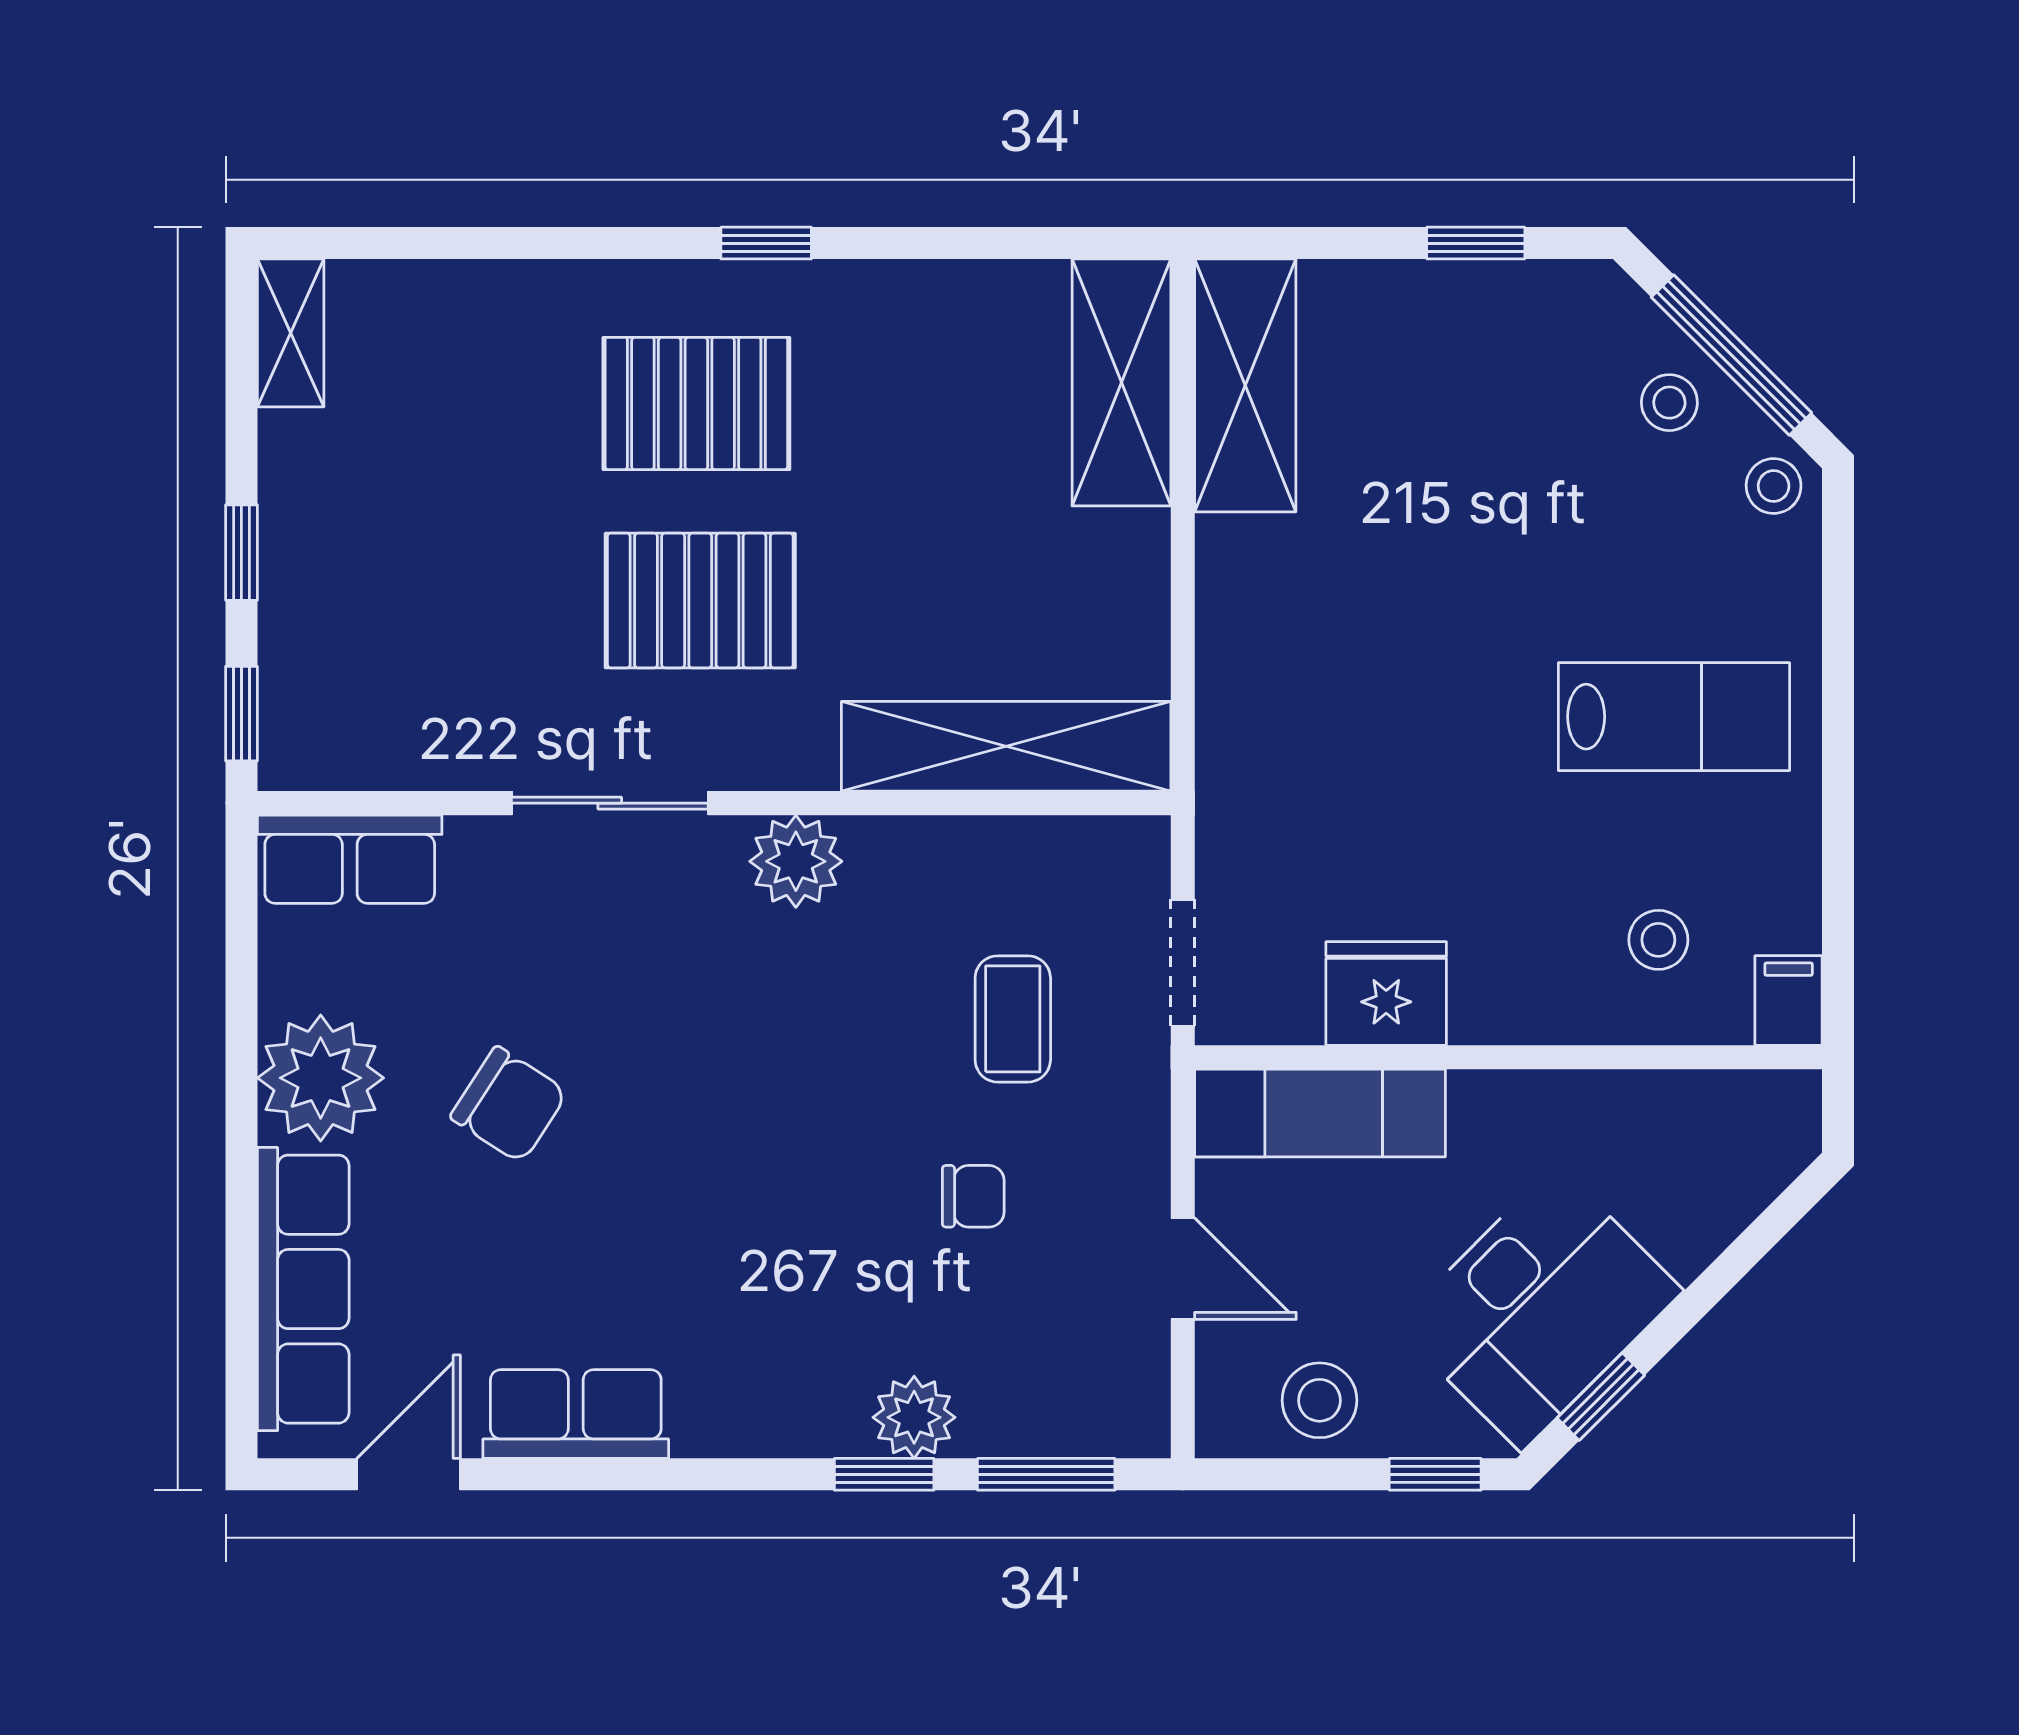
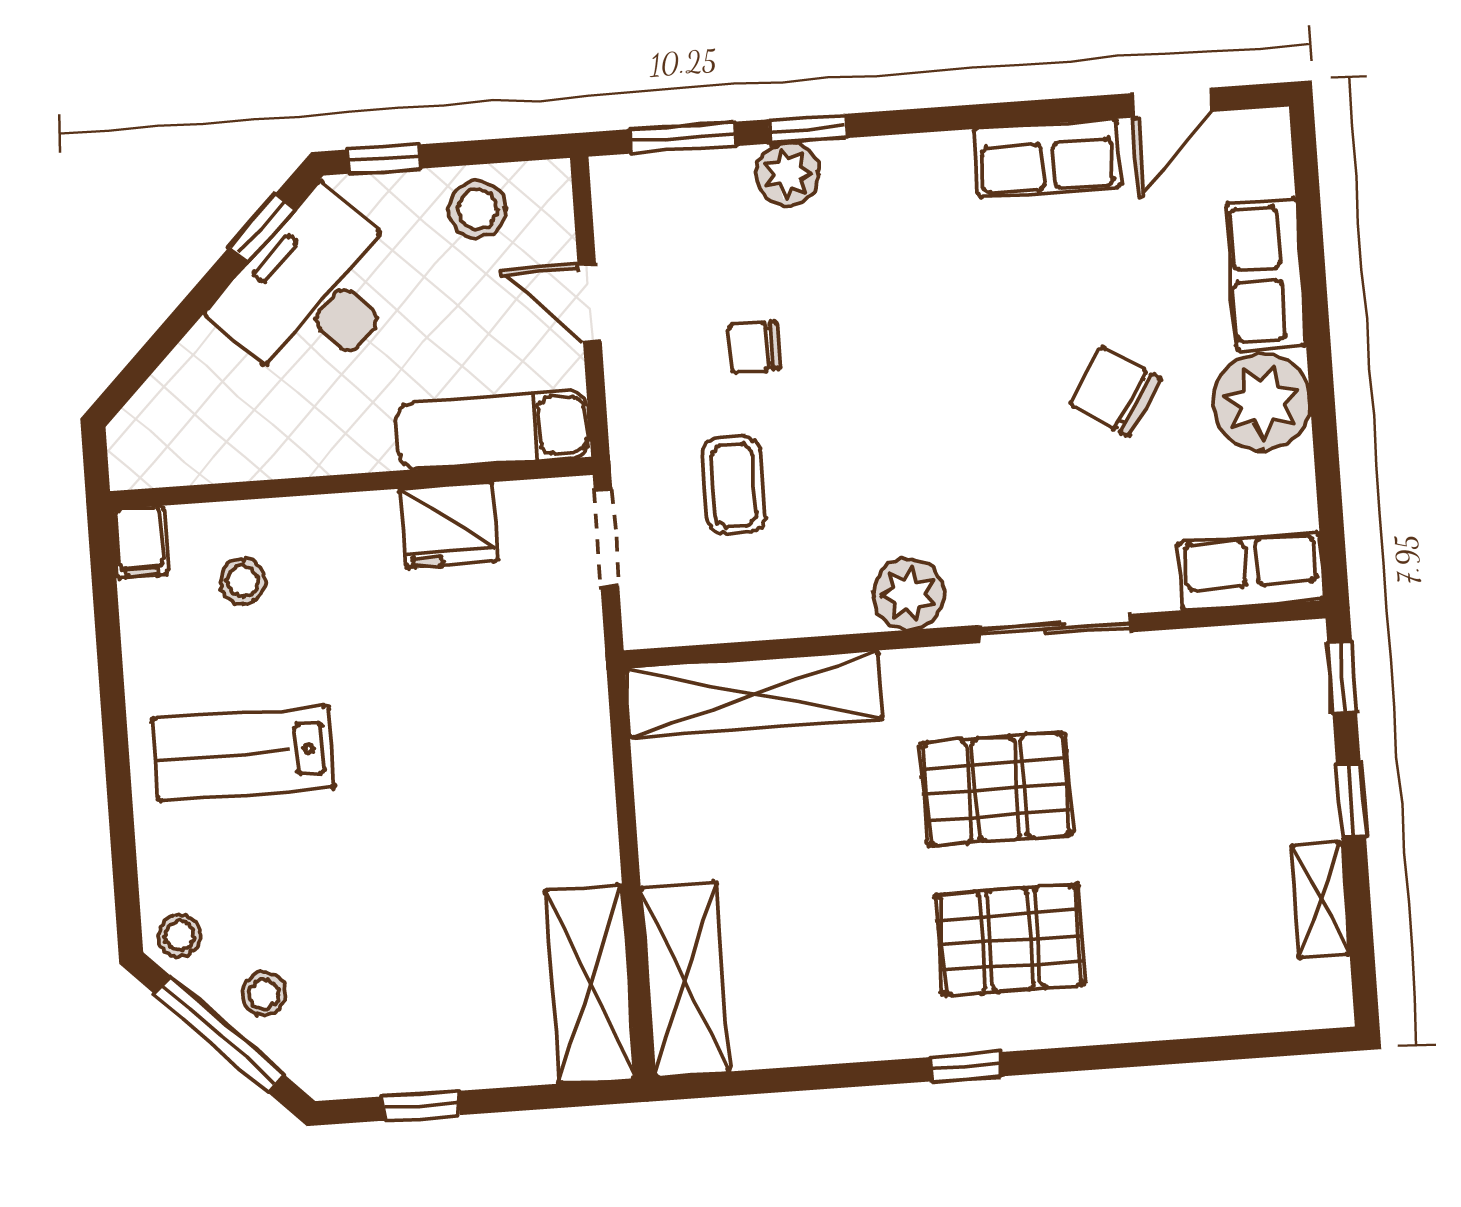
shelving: (291, 333) -> (1320, 900), moved
row of seats: (303, 1289) -> (1266, 274), width x0.68

